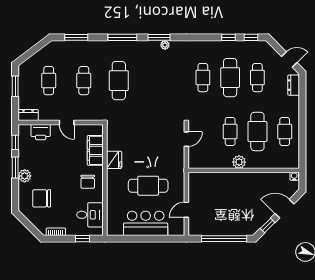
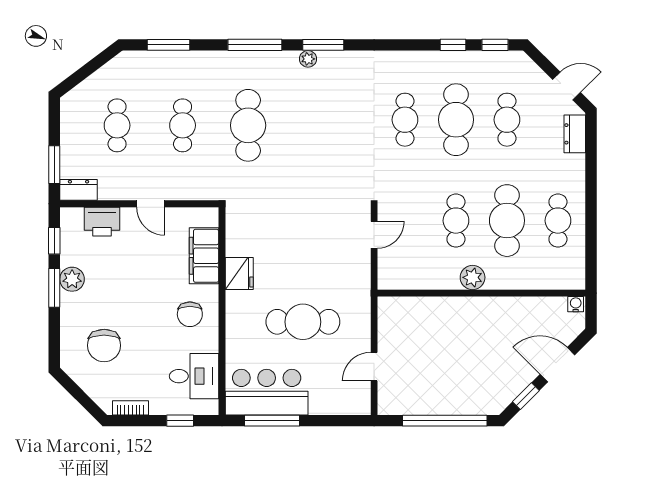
plant: (165, 45) -> (308, 59), moved
window: (15, 86) -> (54, 165), moved
plant: (25, 176) -> (72, 279), moved
chair: (42, 198) -> (104, 345), turned -90
bar counter: (146, 223) -> (267, 392), moved
window: (132, 239) -> (272, 421), added

